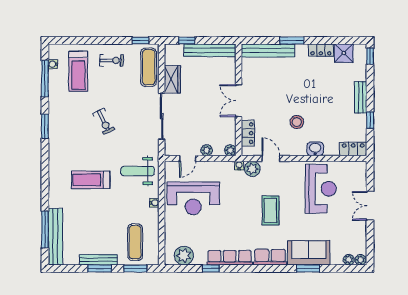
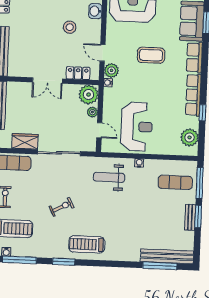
plant: (230, 150) -> (89, 95), width x1.88, depth x1.88
door: (271, 158) -> (103, 53), hinge flipped
weight bench: (138, 171) -> (109, 177), turned 90
treadmill: (91, 180) -> (87, 244), moved, turned 90
bench: (98, 260) -> (190, 217), width x0.73
window: (135, 268) -> (200, 183), width x1.44

